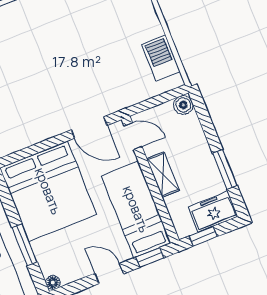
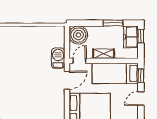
barbecue: (161, 58) -> (58, 58), moved, turned 90
boiler: (183, 105) -> (78, 35), width x1.86, depth x1.86
window: (203, 236) -> (141, 36), moved

